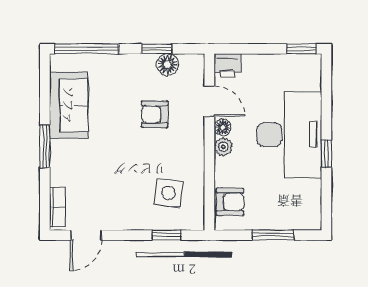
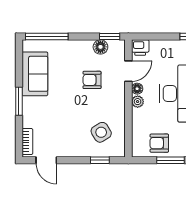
window: (156, 49) -> (110, 37), moved
door: (209, 101) -> (128, 71), hinge flipped
side table: (169, 193) -> (101, 132), turned -38
armchair: (230, 202) -> (159, 143), moved, turned 180
door: (86, 235) -> (46, 160), hinge flipped

